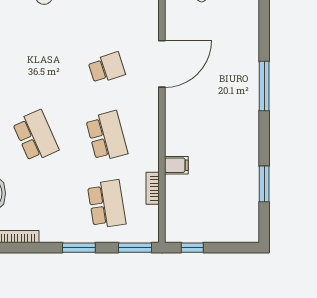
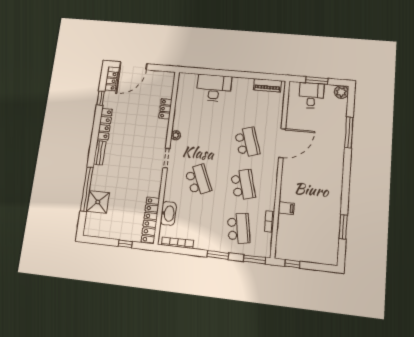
school desk: (107, 68) -> (247, 142), width x1.85
window: (264, 86) -> (349, 132), moved

